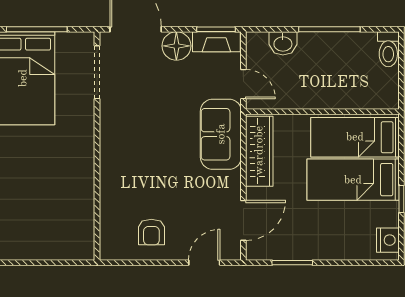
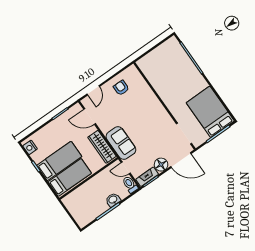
washbasin: (283, 43) -> (113, 200), moved
toilet: (388, 49) -> (130, 185), moved
door: (243, 220) -> (90, 117), hinge flipped

